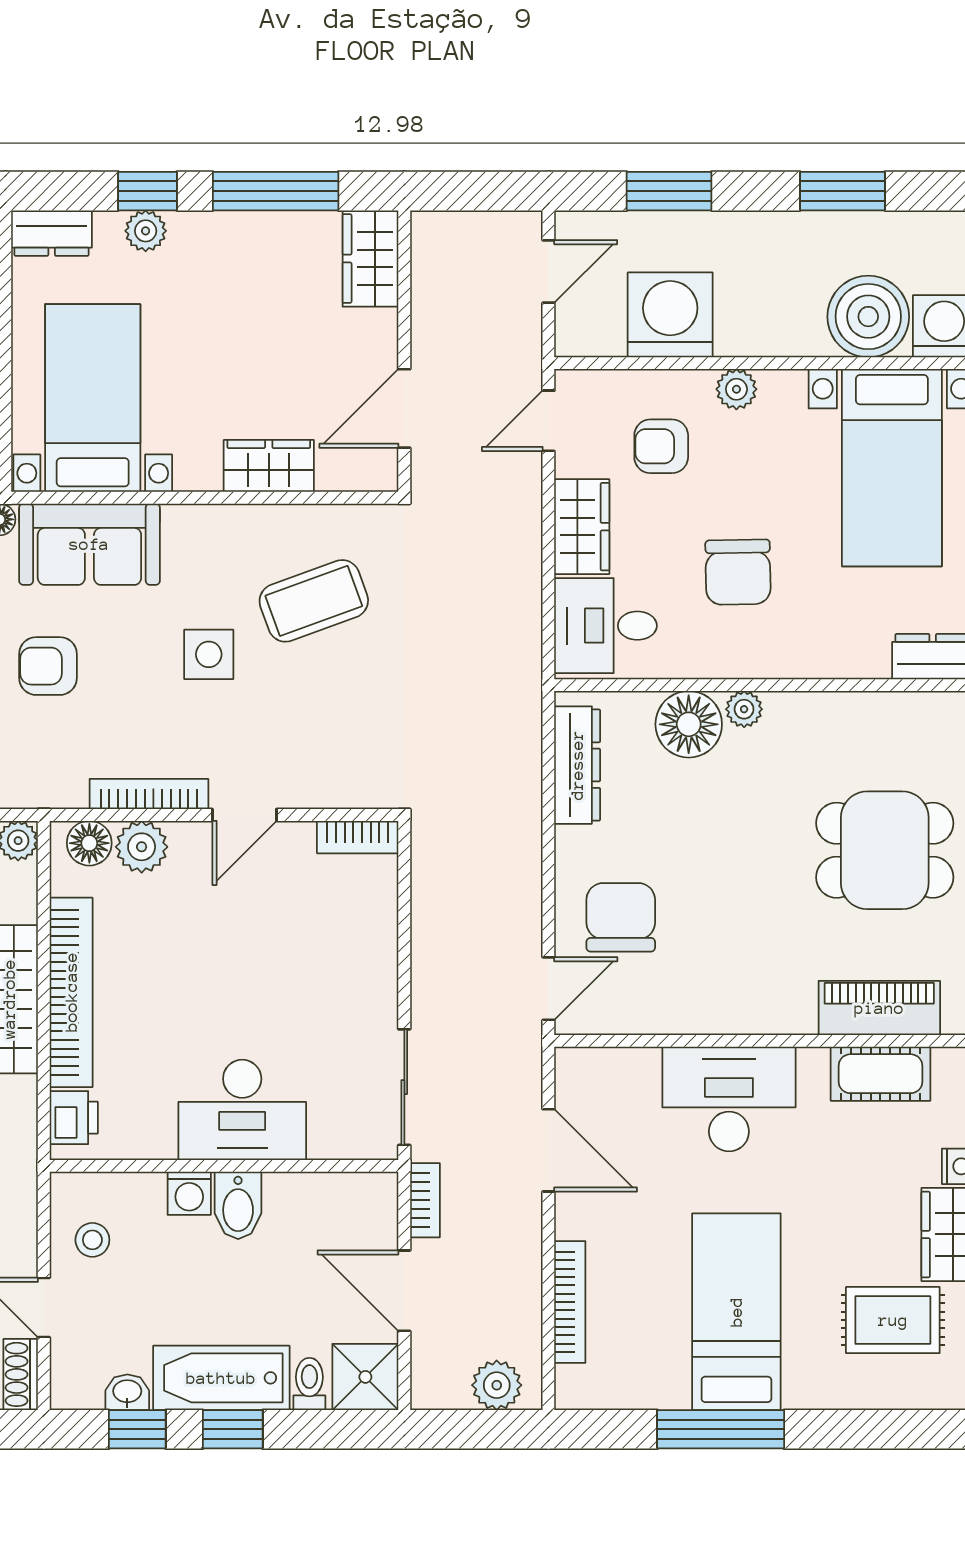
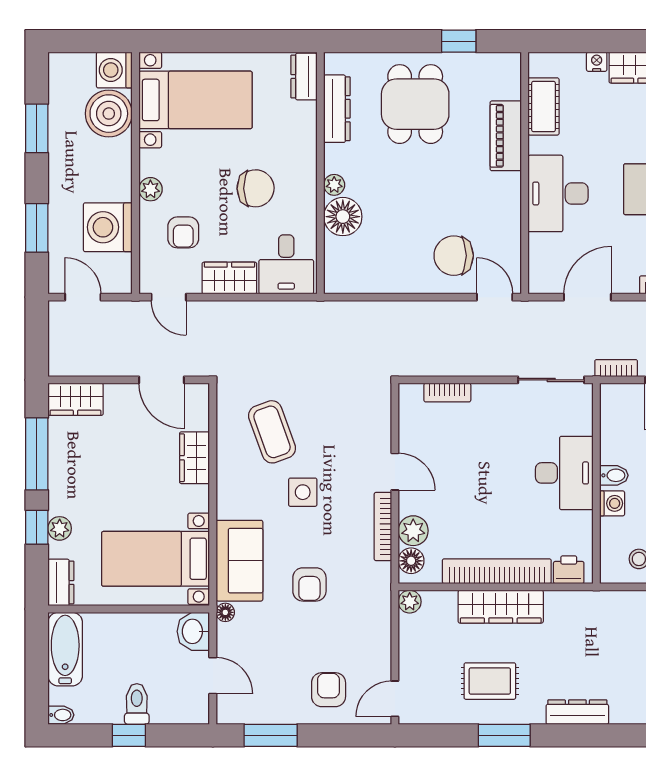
dresser: (577, 765) -> (337, 109), moved, turned 90
bookcase: (358, 837) -> (447, 393), moved, turned 90
piano: (879, 1008) -> (506, 136), moved
bidet: (238, 1205) -> (614, 475), width x0.72, depth x0.74

